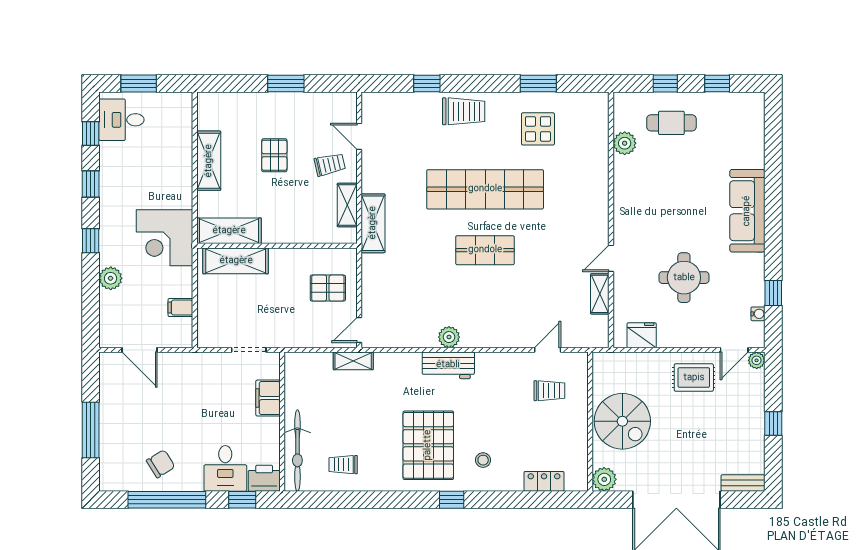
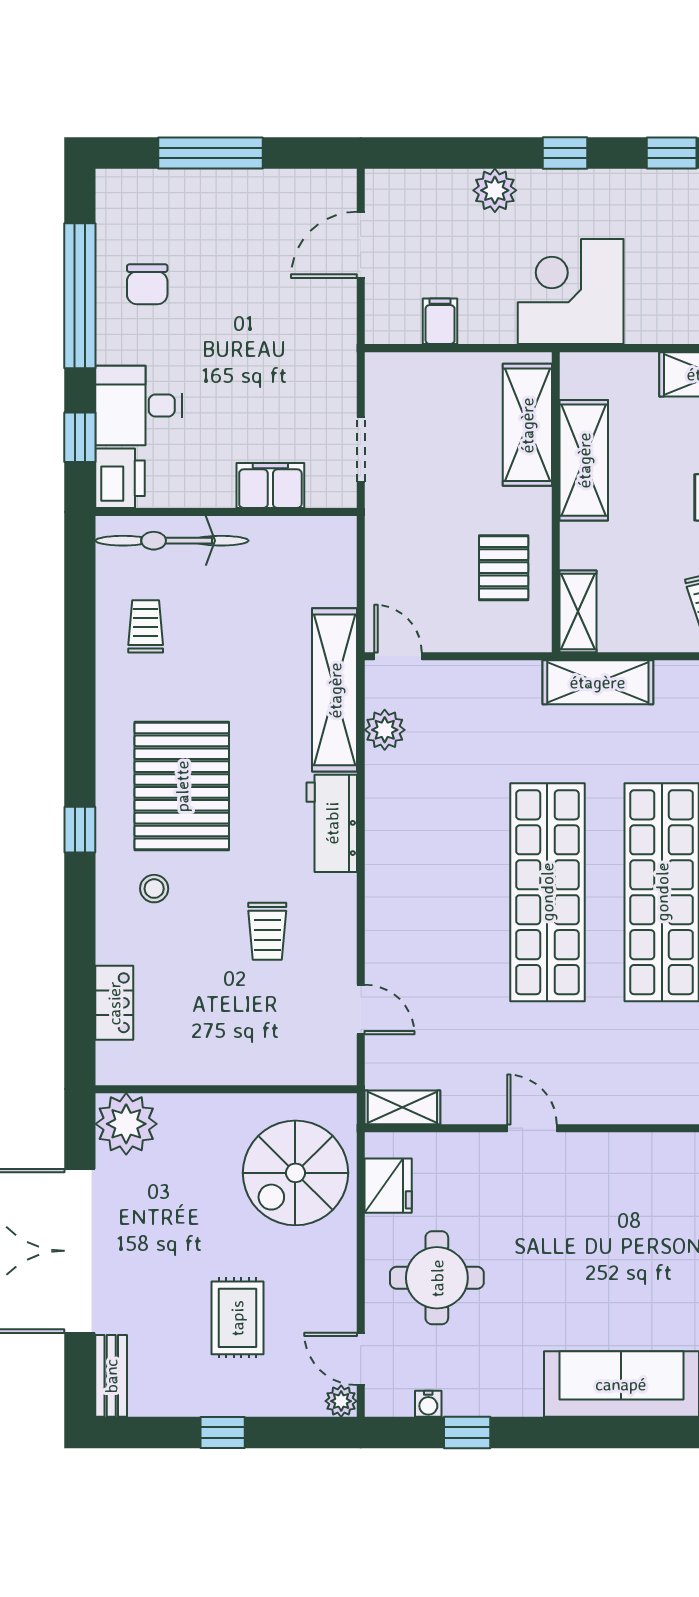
shelving: (347, 205) -> (578, 611), moved, turned 90
shelving: (229, 231) -> (584, 460), moved
shop shelf: (485, 250) -> (547, 892), width x2.00, depth x1.36
round table: (684, 278) -> (437, 1278), moved
pallet: (328, 288) -> (504, 568), moved
shelving: (600, 294) -> (402, 1107), moved
plant: (449, 337) -> (385, 730), moved
shelving: (353, 361) -> (335, 690), width x2.20, depth x1.33
rug: (694, 378) -> (237, 1318), moved
trolley: (549, 391) -> (267, 931), moved
spiral stairs: (622, 421) -> (295, 1173), moved
pallet: (428, 445) -> (182, 786), turned 90
chair: (161, 464) -> (147, 284), turned 32
plant: (604, 479) -> (126, 1124), width x1.36, depth x1.36

